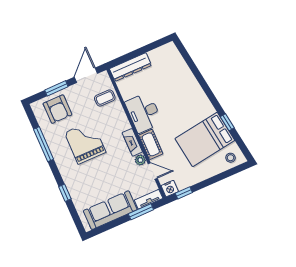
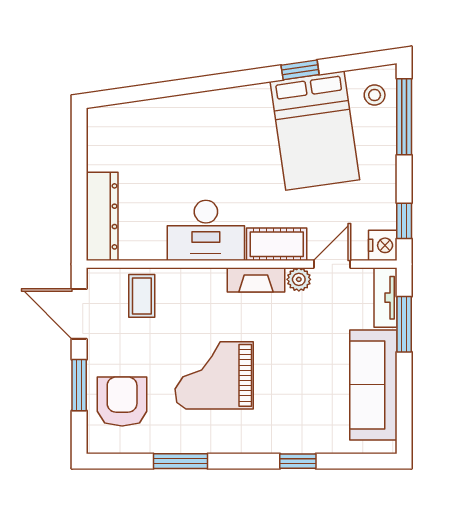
armchair: (57, 109) -> (122, 401), turned -90
window: (43, 144) -> (181, 461), width x0.69
window: (227, 174) -> (404, 117), added

